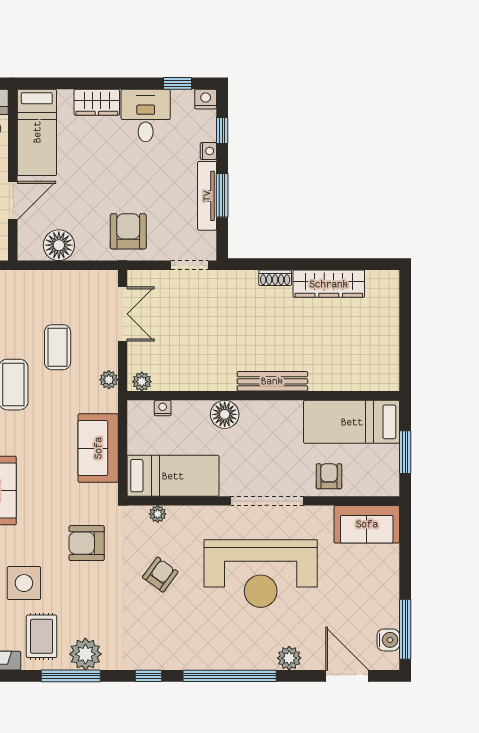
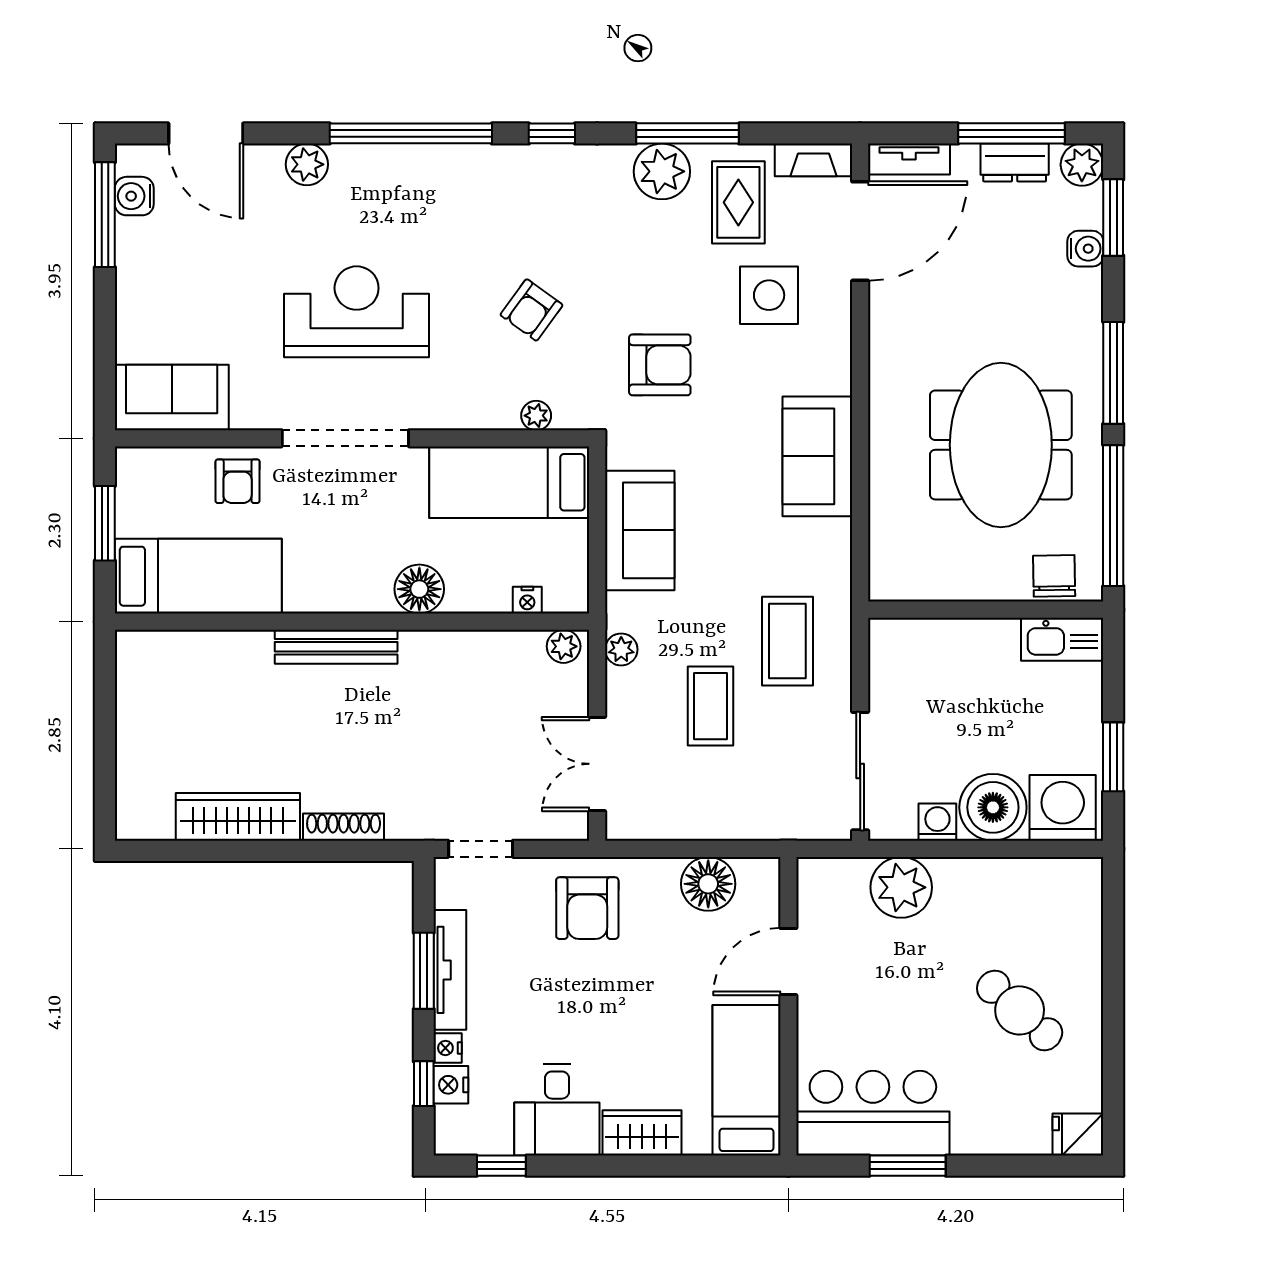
nightstand: (206, 99) -> (451, 1085), moved, turned 90
shoe rack: (275, 278) -> (344, 827), width x1.43
reception desk: (261, 574) -> (357, 312), width x0.74, depth x0.77

